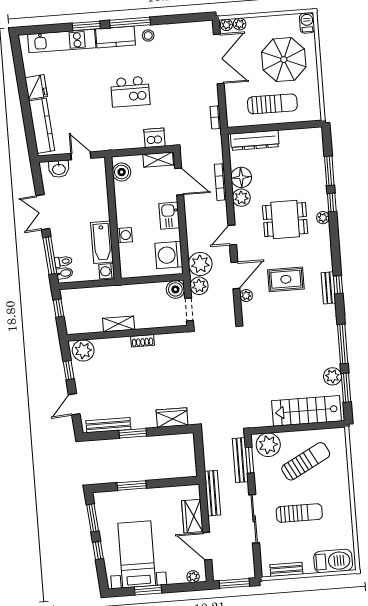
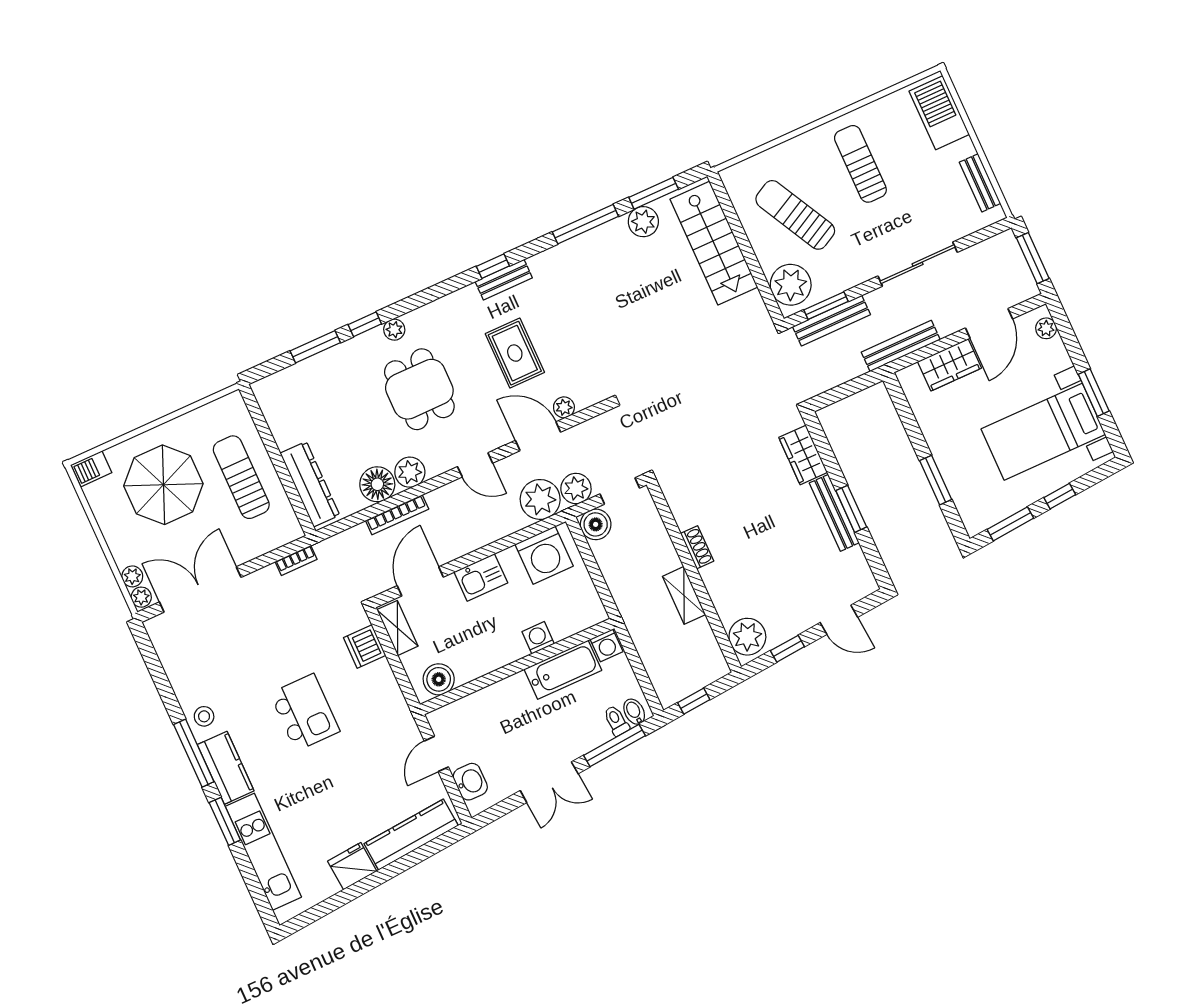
bench: (108, 425) -> (834, 513), moved
sun lounger: (299, 513) -> (860, 164), moved

